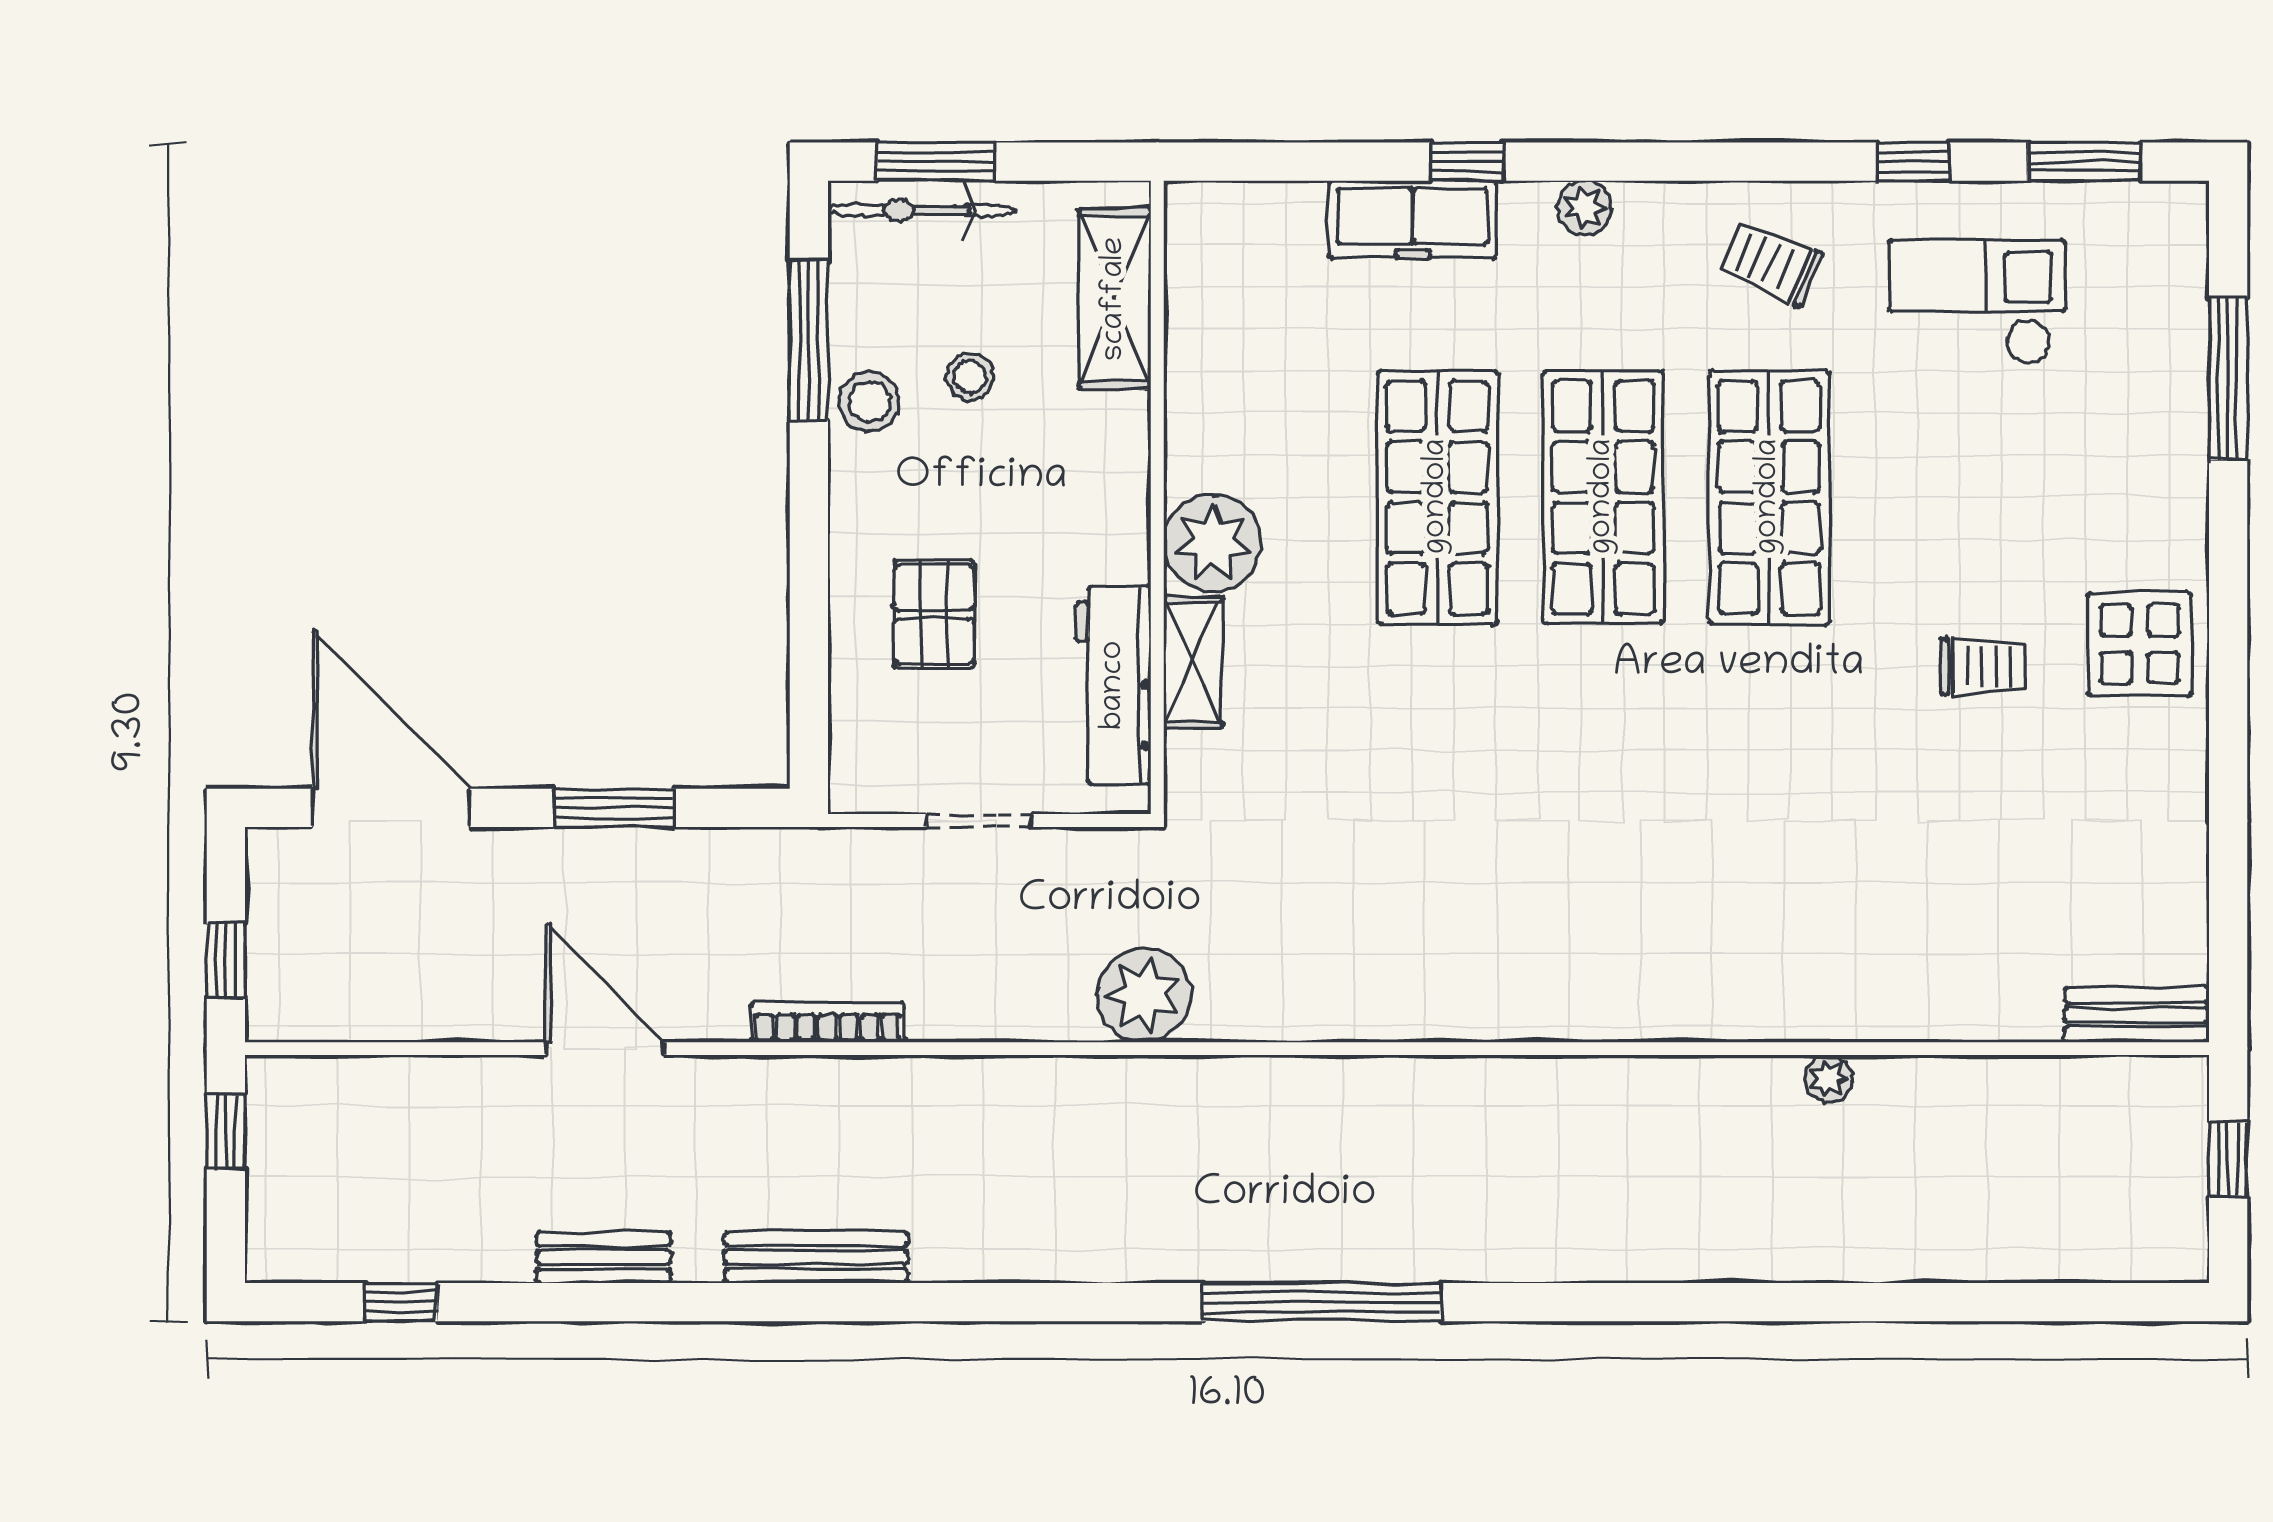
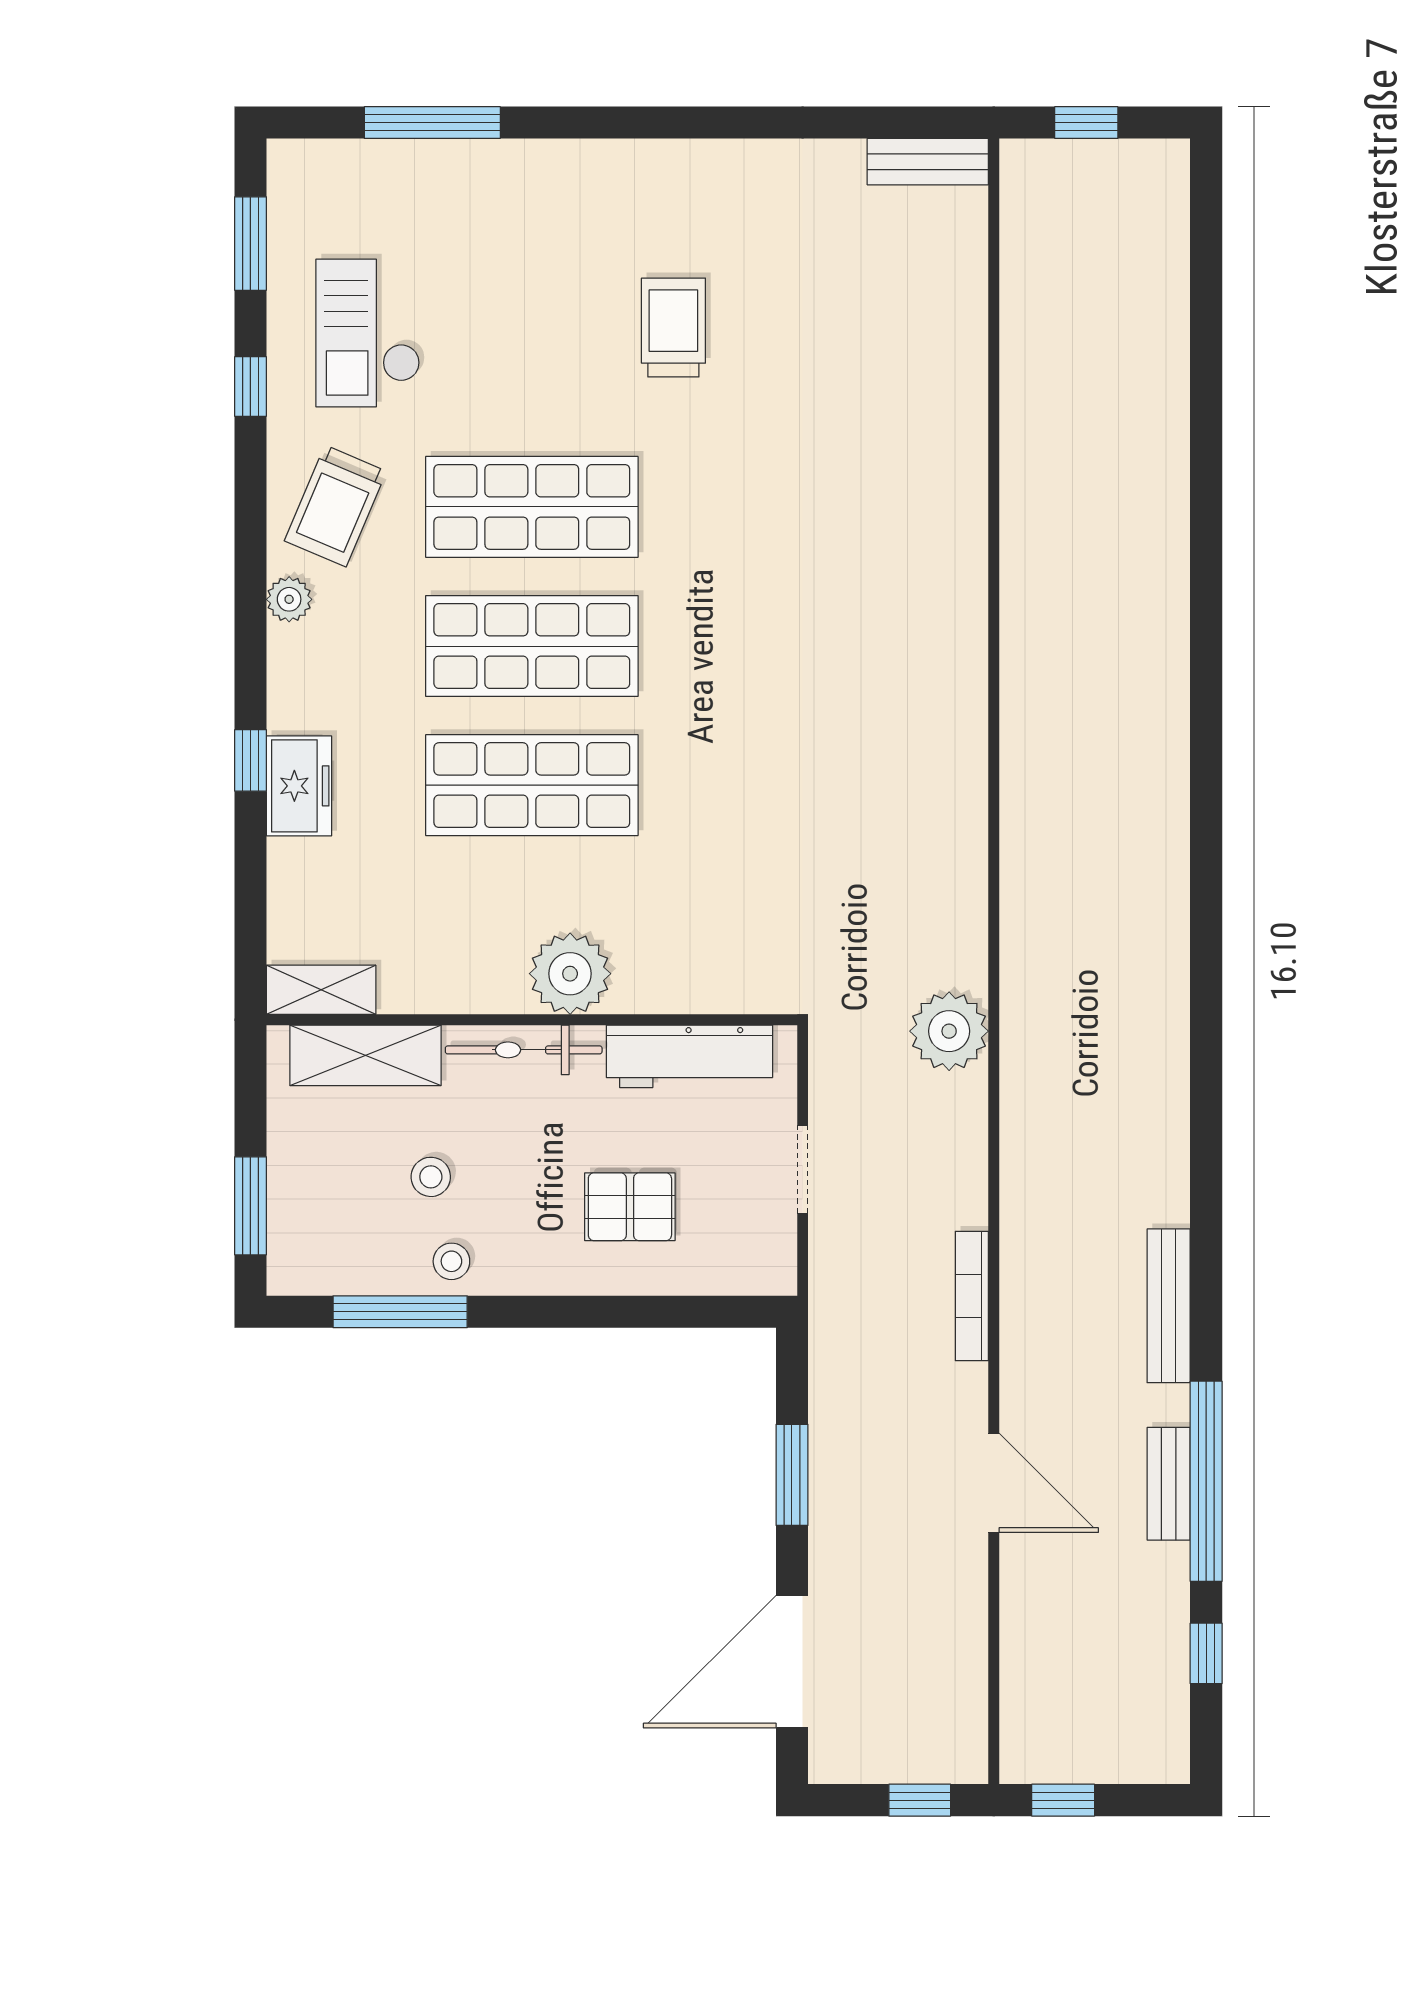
plant: (1585, 208) -> (289, 599), moved
bicycle: (921, 210) -> (524, 1050), moved, turned 90
freezer: (1413, 219) -> (299, 786), width x0.71
trolley: (1770, 263) -> (335, 506), width x1.36, depth x1.39
stool: (869, 401) -> (451, 1261), width x0.73, depth x0.73
display table: (2140, 644) -> (655, 197), removed
shelving: (1193, 662) -> (321, 990), moved
trolley: (1983, 666) -> (673, 328), width x1.36, depth x1.39
bench: (2137, 1015) -> (928, 162), moved, turned 90
door: (605, 1049) -> (994, 1483), swing flipped
plant: (1828, 1079) -> (1019, 457), removed
window: (1322, 1302) -> (1206, 1481), moved

